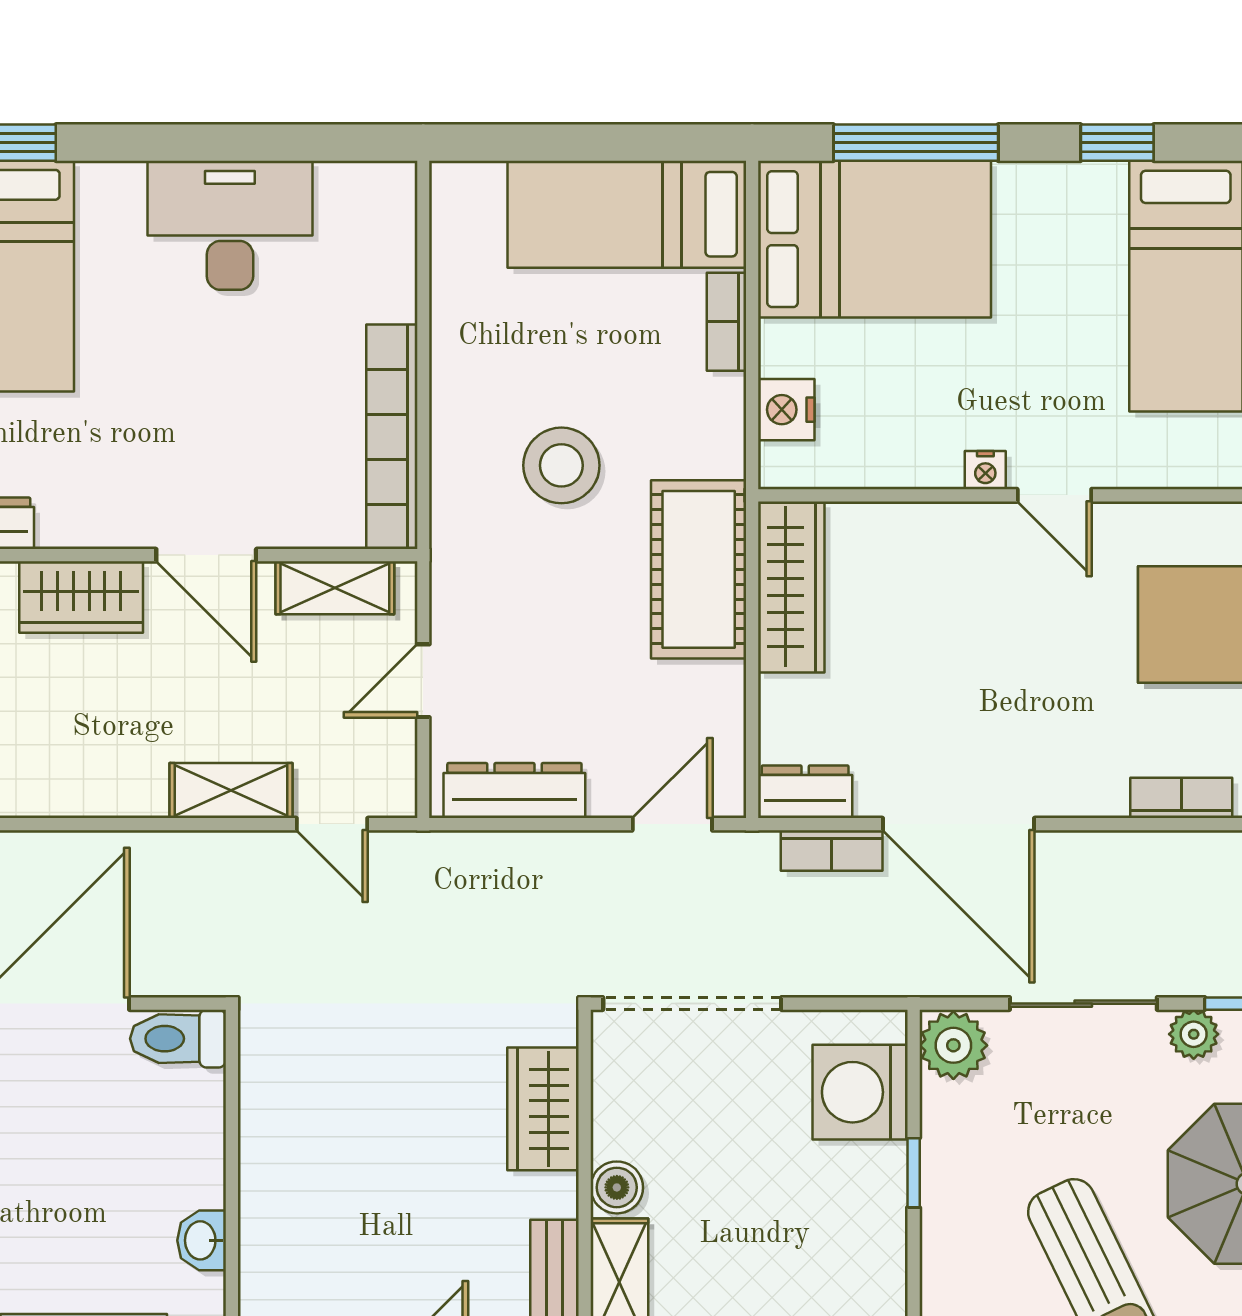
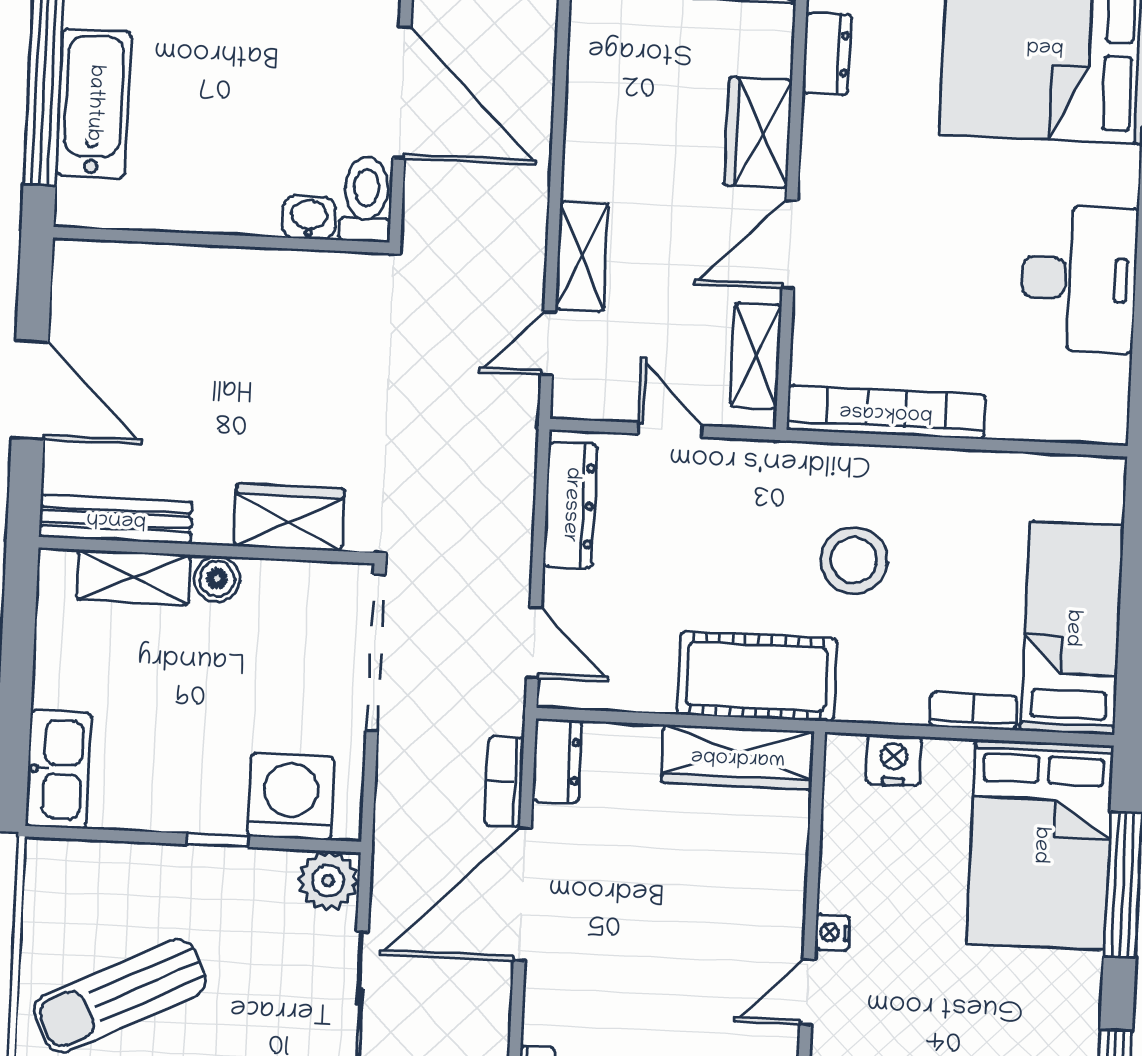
washbasin: (202, 1240) -> (309, 218), moved

